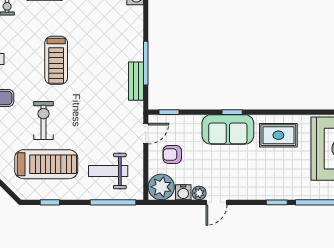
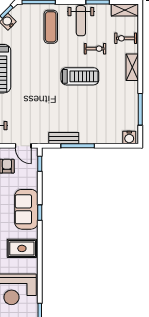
treadmill: (56, 60) -> (80, 76), turned 180
exercise bike: (44, 121) -> (95, 49), moved, width x0.73, depth x0.72
rug: (278, 135) -> (22, 248), turned 90

